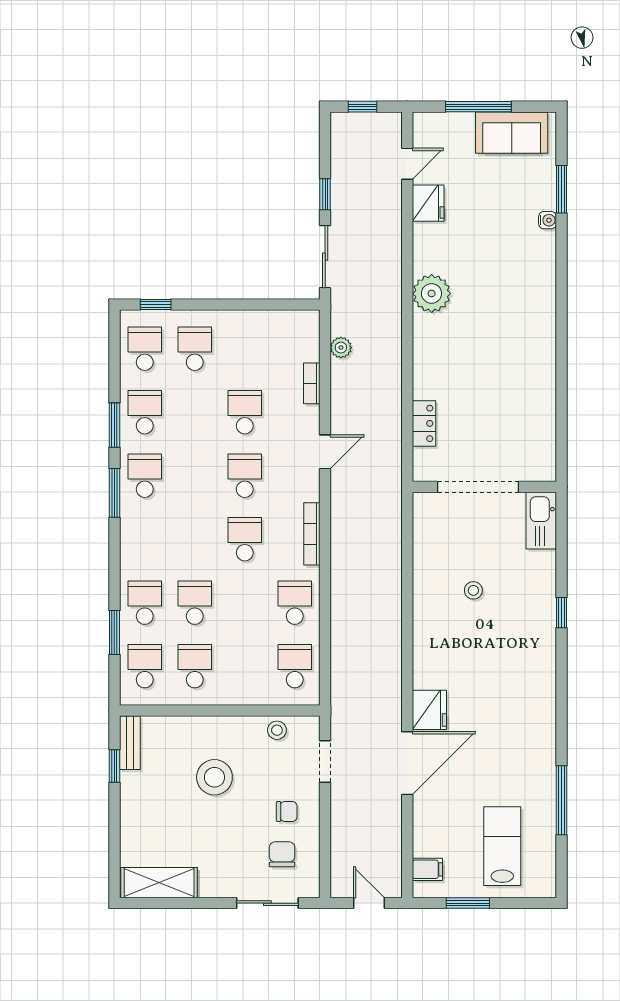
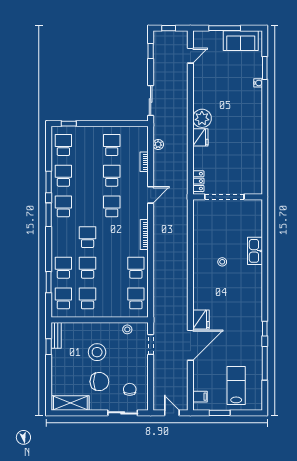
window: (325, 194) -> (151, 51), moved
fridge: (428, 203) -> (200, 137), moved
school desk: (195, 349) -> (112, 145), moved
doorway: (478, 487) -> (224, 197), moved
wall: (484, 487) -> (228, 197), moved
kitchen sink: (541, 521) -> (255, 251), moved
school desk: (245, 539) -> (88, 237), moved
window: (561, 613) -> (265, 329), moved
chair: (287, 811) -> (99, 382), moved, width x1.87, depth x1.87

